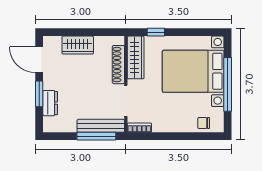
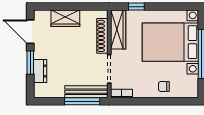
chair: (204, 123) -> (164, 87), moved

